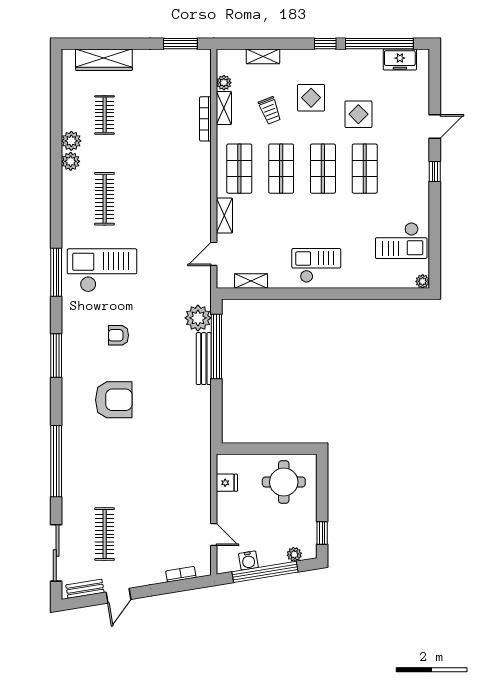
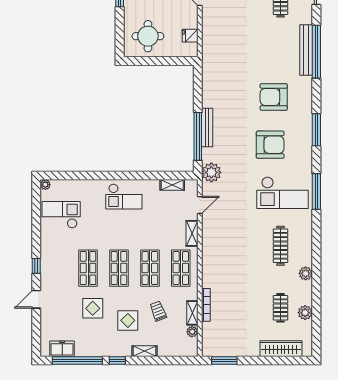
shelving: (263, 56) -> (145, 351), moved
plant: (71, 141) -> (305, 313), moved
plant: (198, 318) -> (211, 172), moved
armchair: (119, 335) -> (270, 145), width x1.88, depth x1.88
bench: (70, 463) -> (306, 50), added

